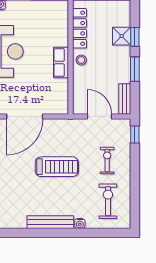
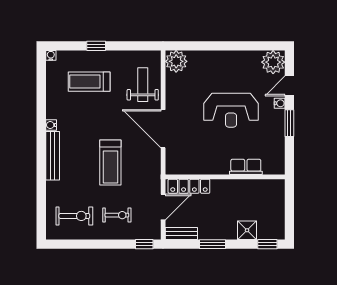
locker: (80, 28) -> (189, 186), moved
window: (135, 37) -> (267, 244), moved
stool: (81, 60) -> (222, 188), removed
row of seats: (61, 63) -> (246, 167), moved
water cooler: (80, 224) -> (51, 125), moved

